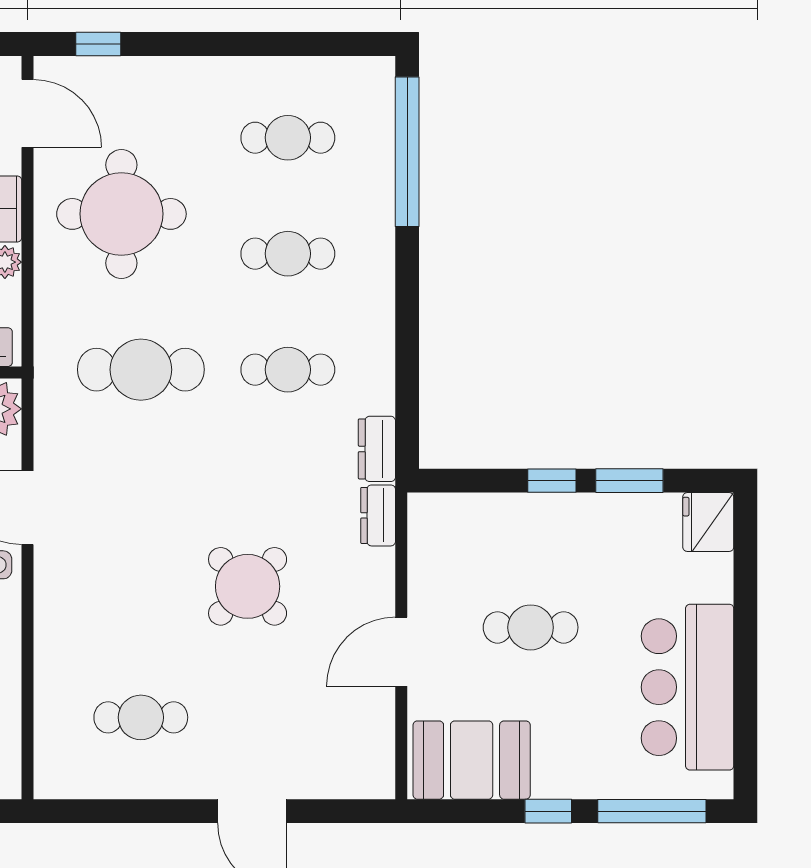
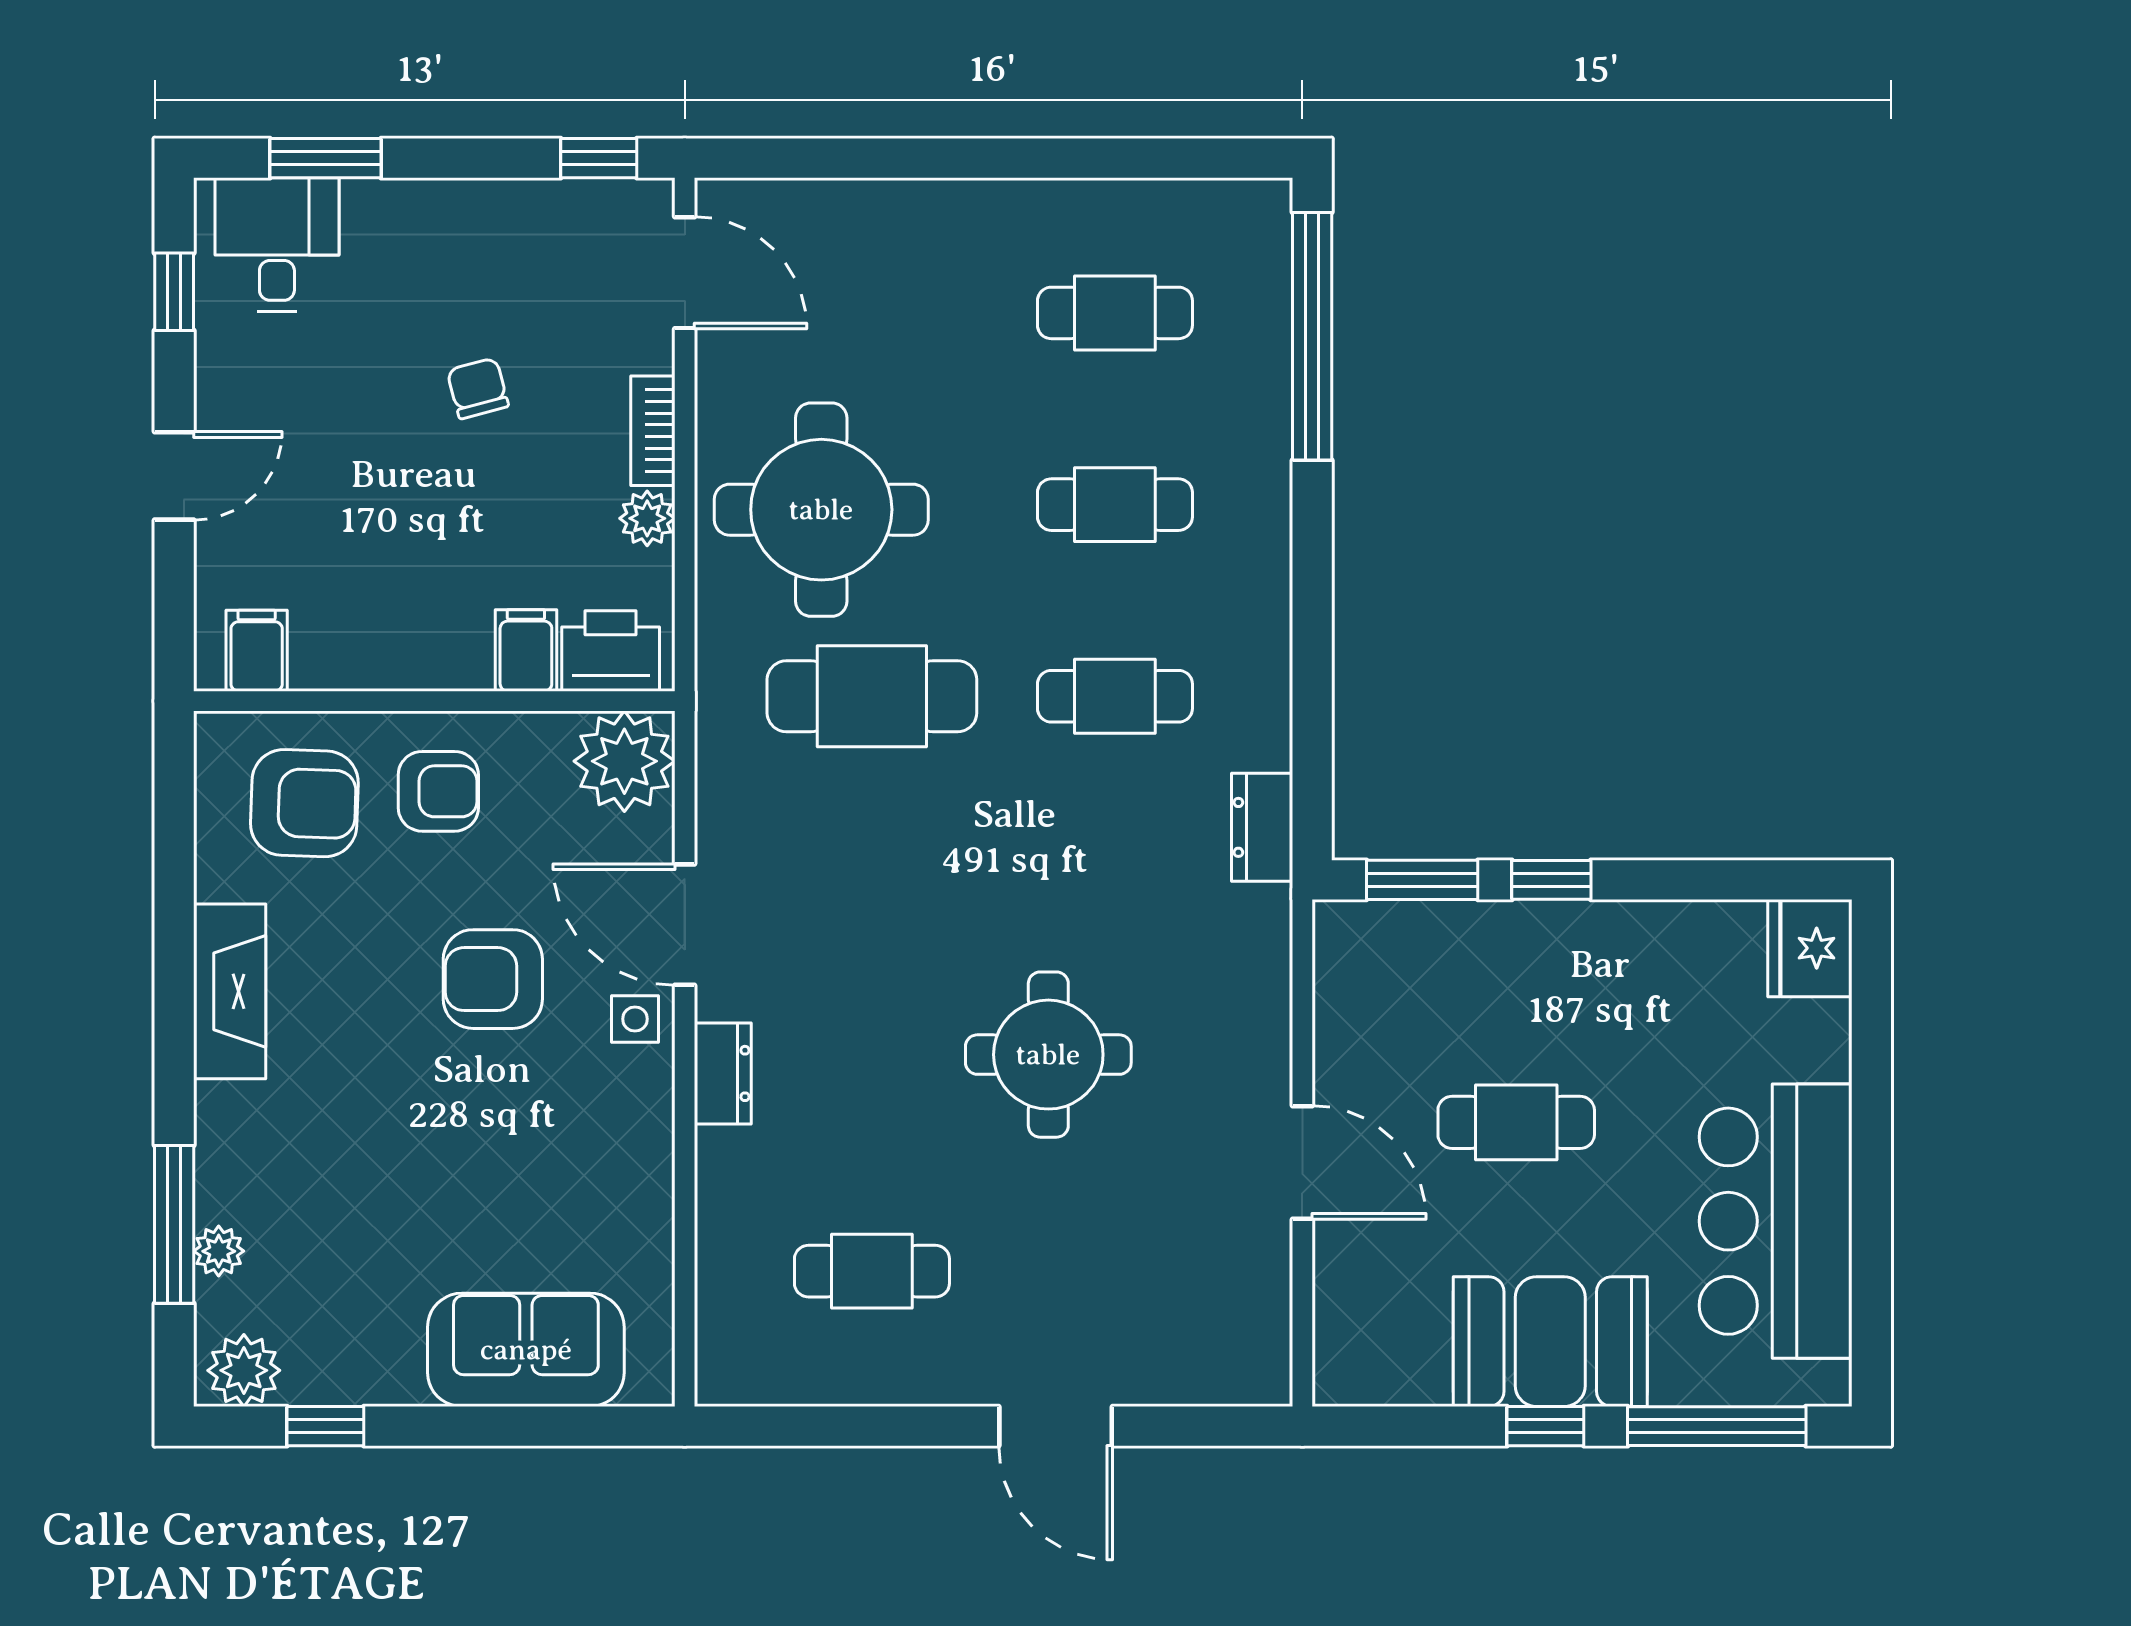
window: (98, 44) -> (802, 158), removed
round table: (121, 214) -> (821, 510), moved
window: (629, 481) -> (1422, 880), moved
dresser: (378, 515) -> (723, 1073), moved, turned 180
round table: (248, 586) -> (1048, 1055), turned 45
door: (401, 652) -> (1302, 1162), swing flipped
booth: (472, 760) -> (1550, 1342), moved

